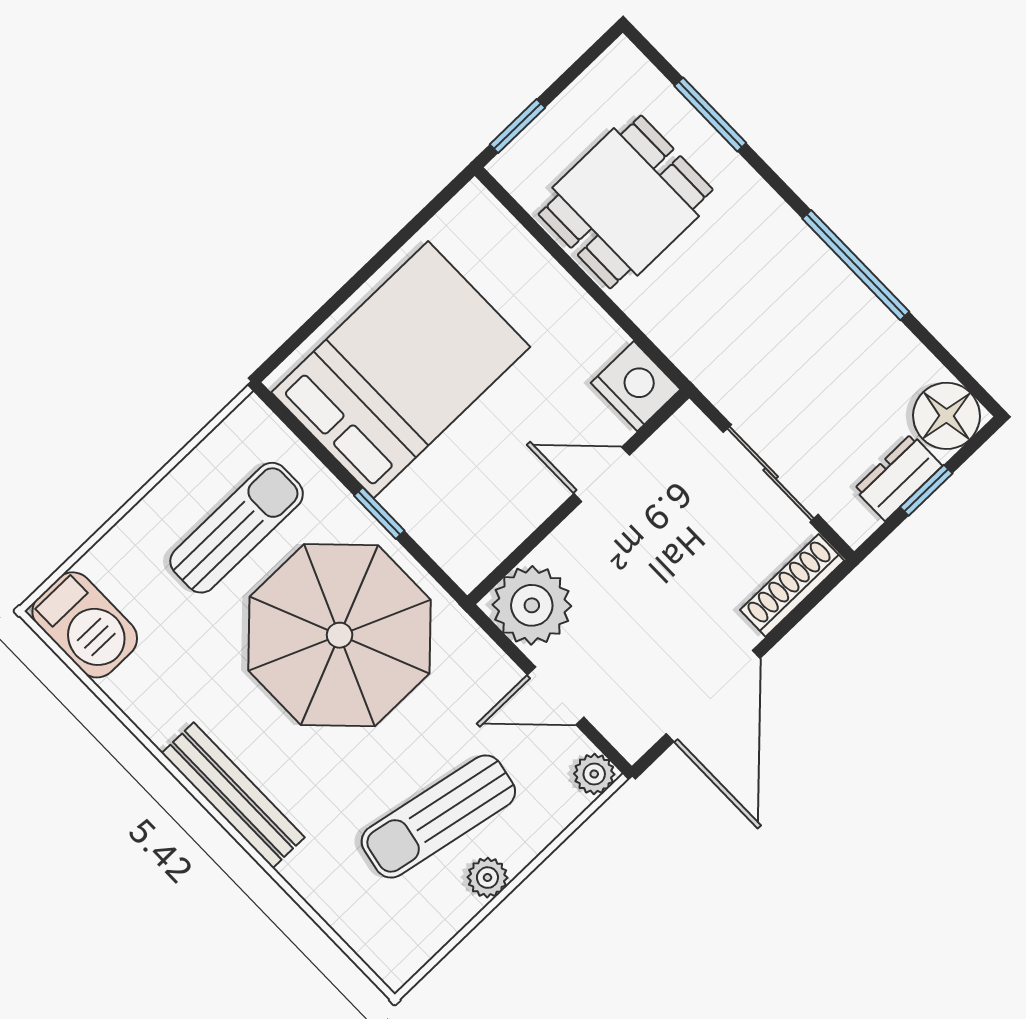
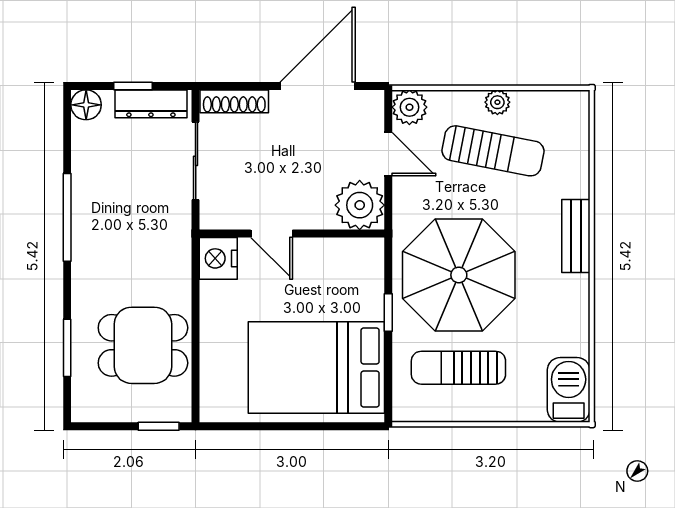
floor lamp: (946, 416) -> (86, 105), width x0.73, depth x0.73
dresser: (898, 477) -> (151, 104), width x1.44
plant: (594, 774) -> (409, 107), width x1.38, depth x1.38
bench: (233, 795) -> (576, 236), width x0.73

